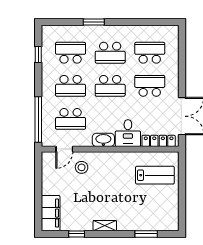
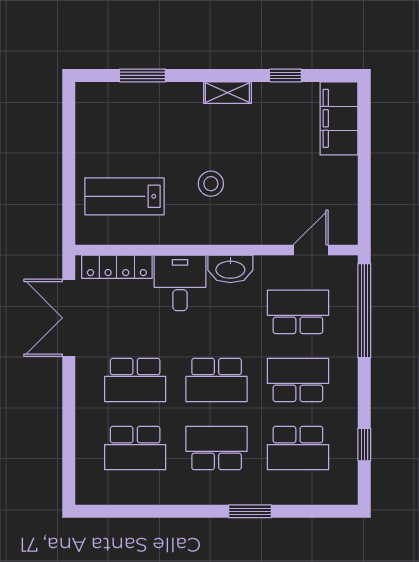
school desk: (110, 86) -> (217, 380), turned 180
stool: (82, 167) -> (211, 184), moved

